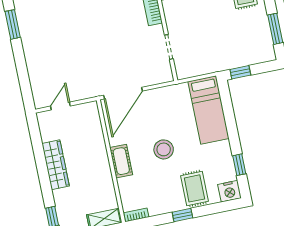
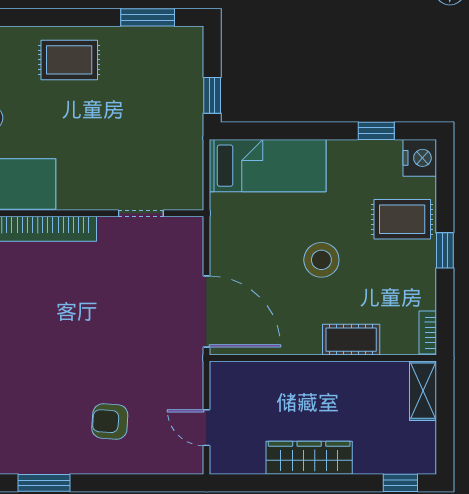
armchair: (53, 53) -> (110, 421), added
cot: (121, 161) -> (351, 340), moved

